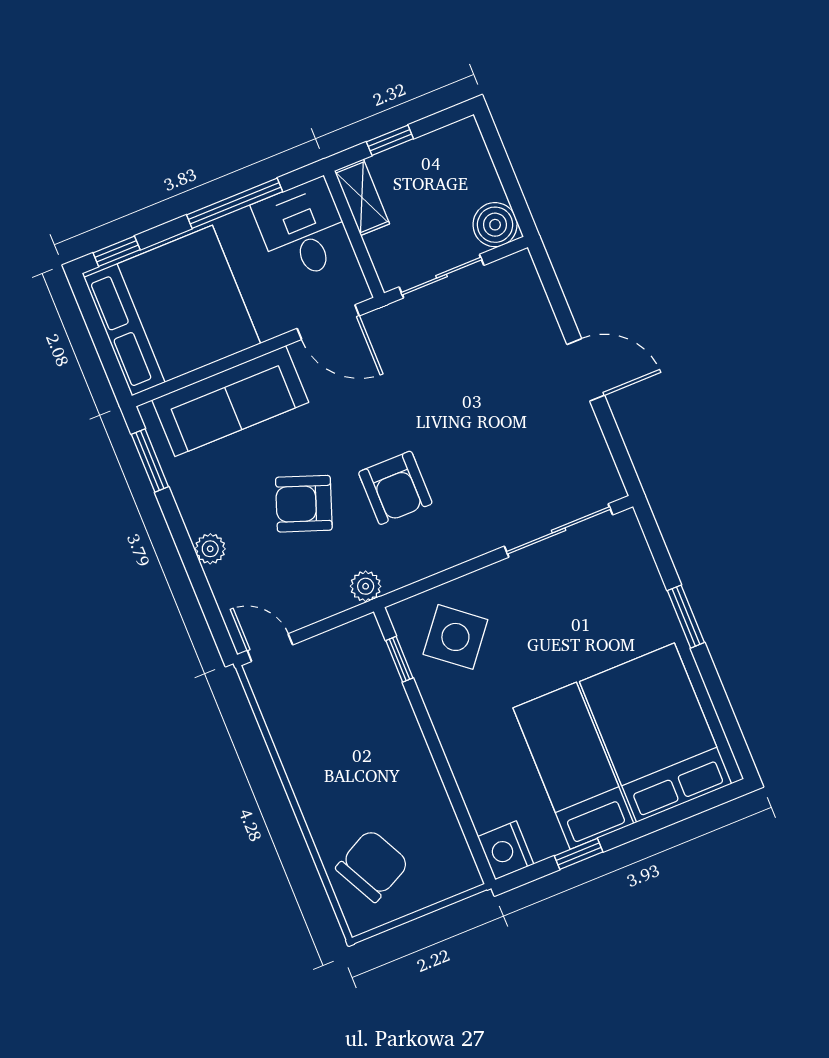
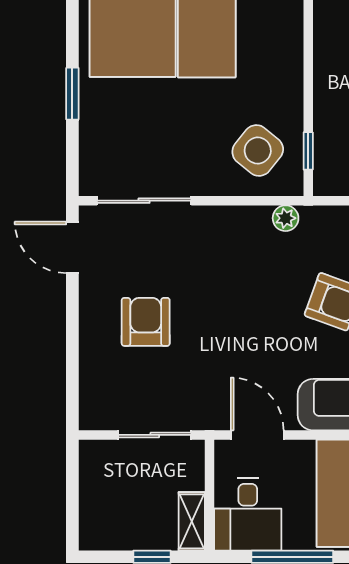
boiler: (495, 225) -> (97, 458), removed
door: (586, 370) -> (72, 247), moved
armchair: (395, 488) -> (146, 322), moved
plant: (366, 586) -> (286, 218), moved

